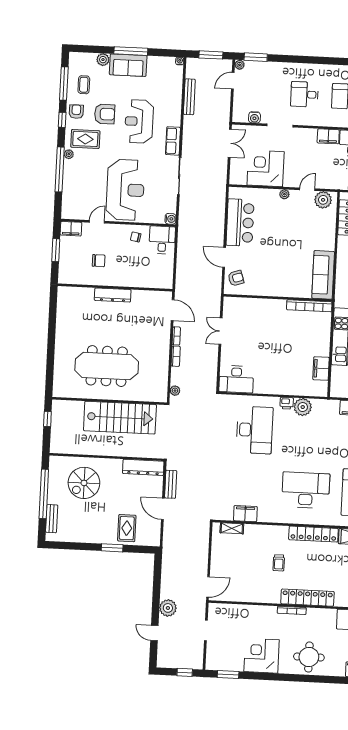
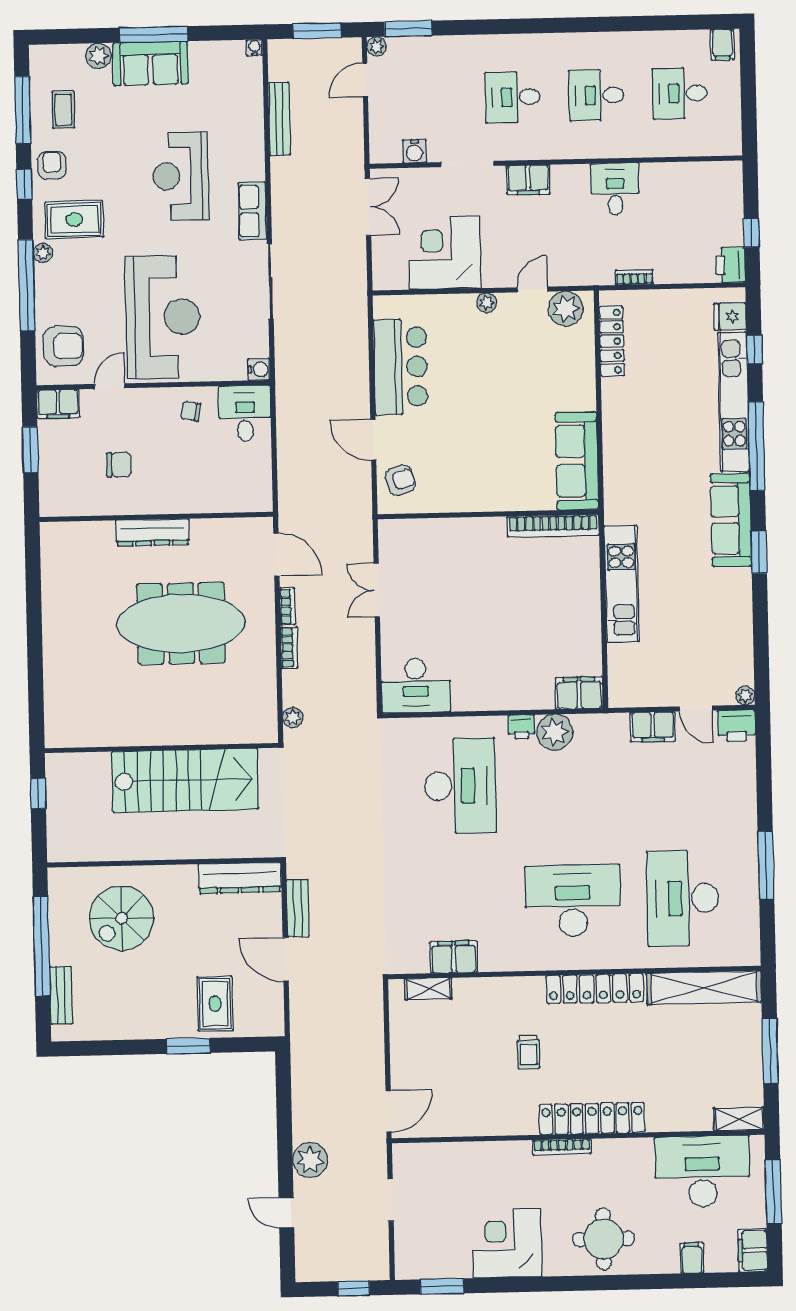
armchair: (105, 114) -> (63, 346), moved
filing cabinet: (328, 136) -> (528, 180), moved
meeting table: (107, 366) -> (181, 623), moved
filing cabinet: (321, 368) -> (579, 693), moved, turned 90

